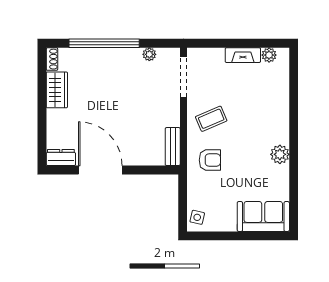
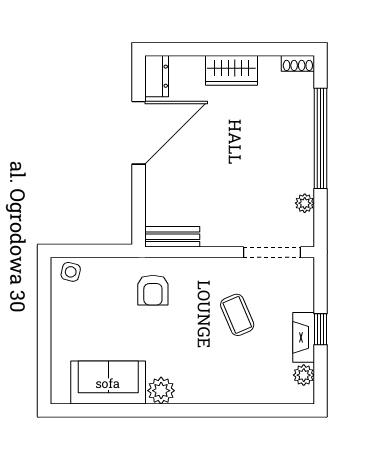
window: (237, 43) -> (320, 329), added
wardrobe: (57, 90) -> (231, 70), moved
coffee table: (211, 119) -> (237, 315), moved
sofa: (263, 217) -> (108, 383), moved, turned -90

